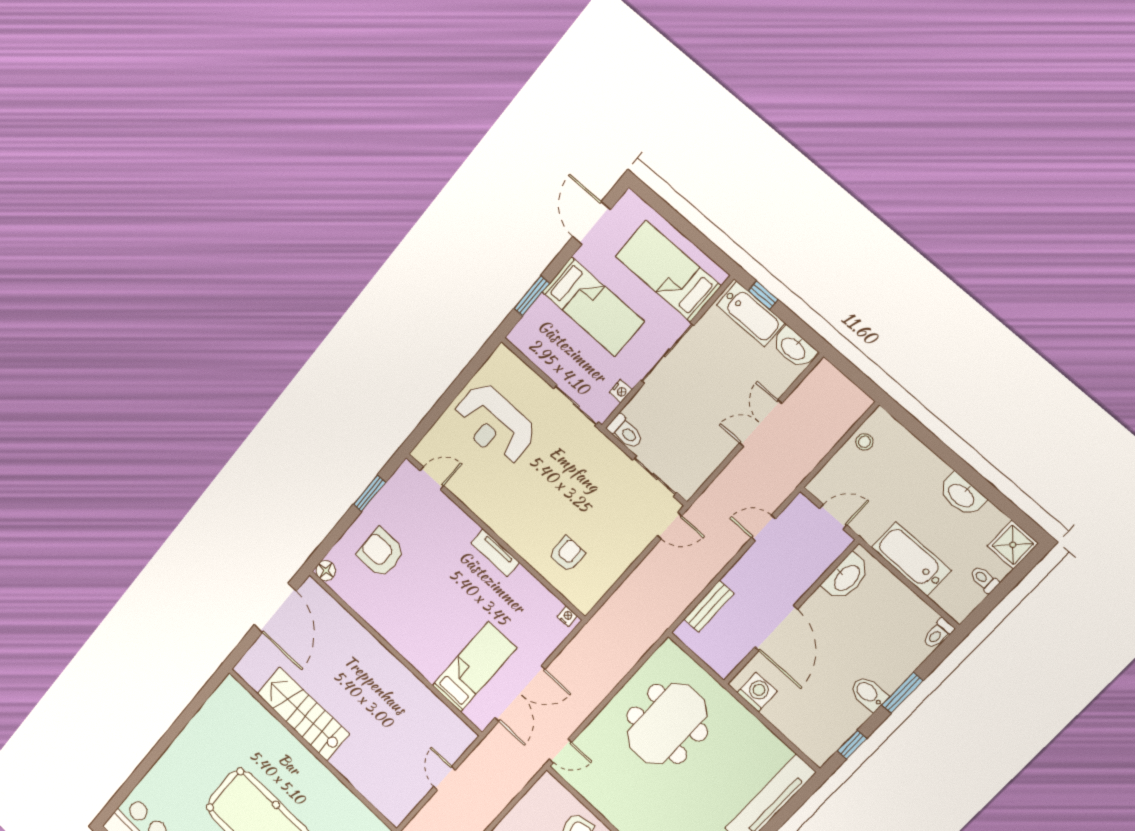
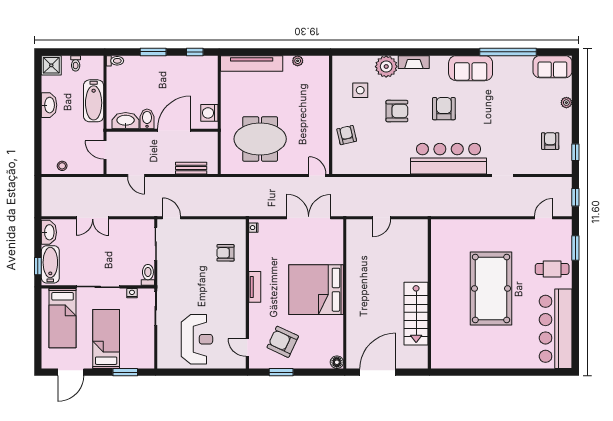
armchair: (381, 553) -> (283, 342), moved, turned 115
bed: (474, 667) -> (316, 290), moved, width x2.04
bidet: (869, 693) -> (147, 119), moved, turned 180

